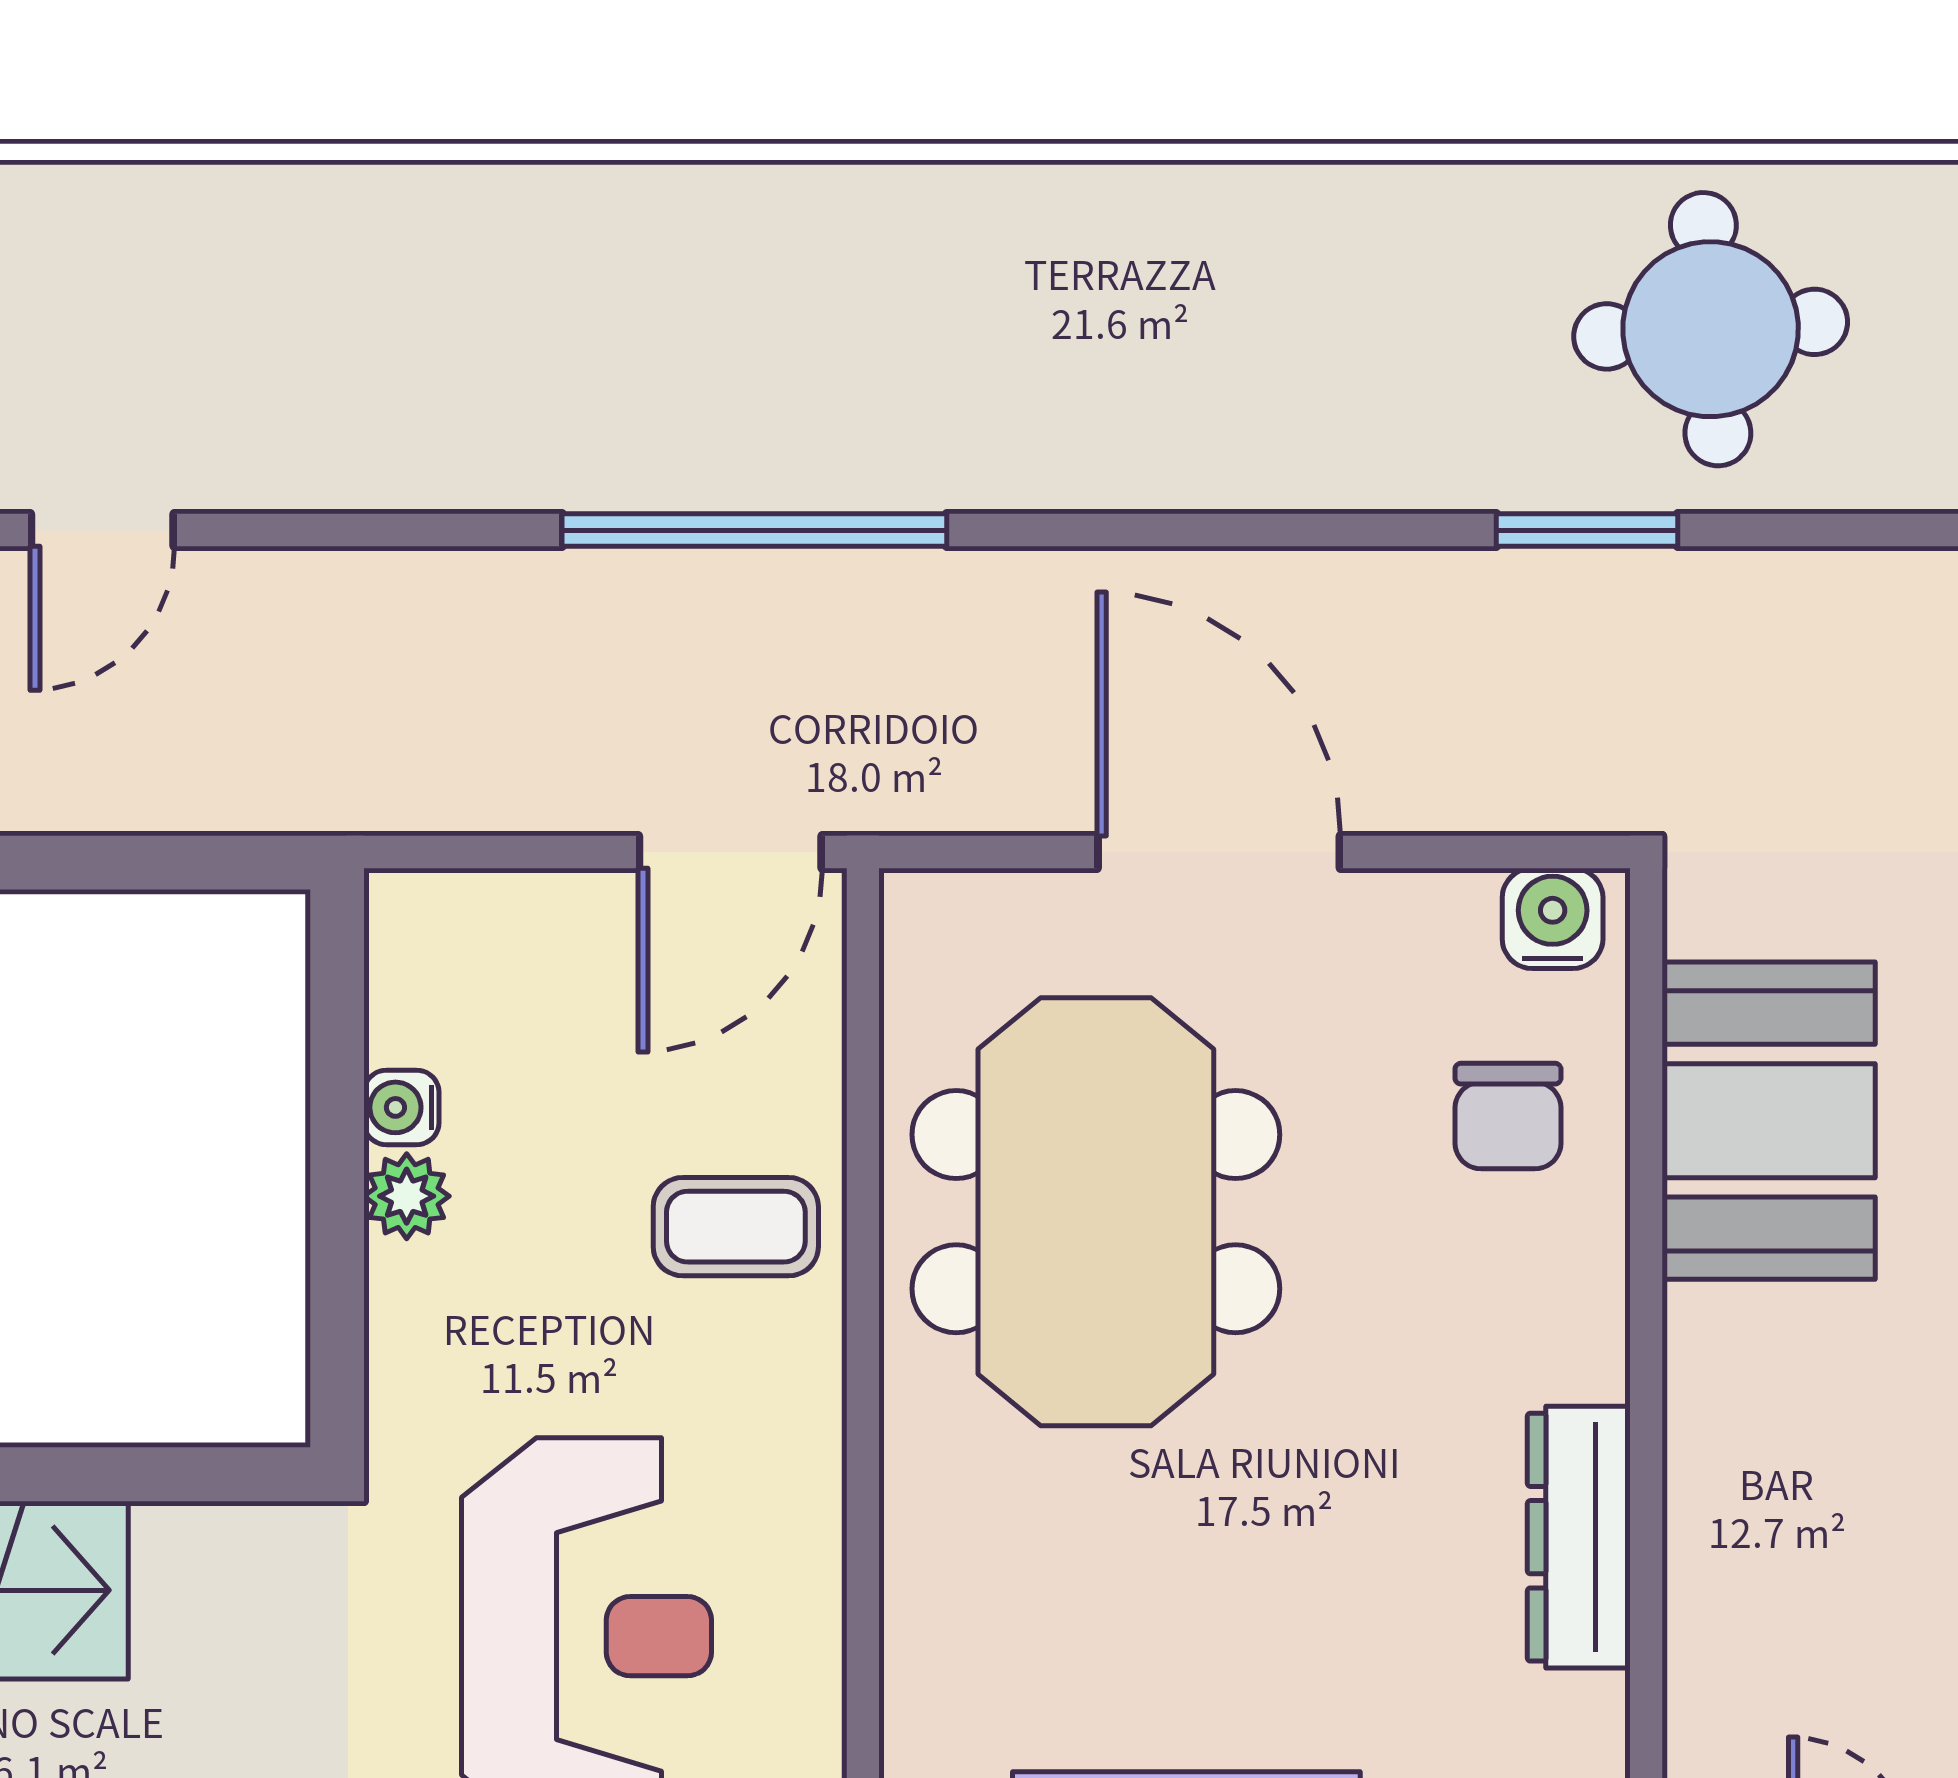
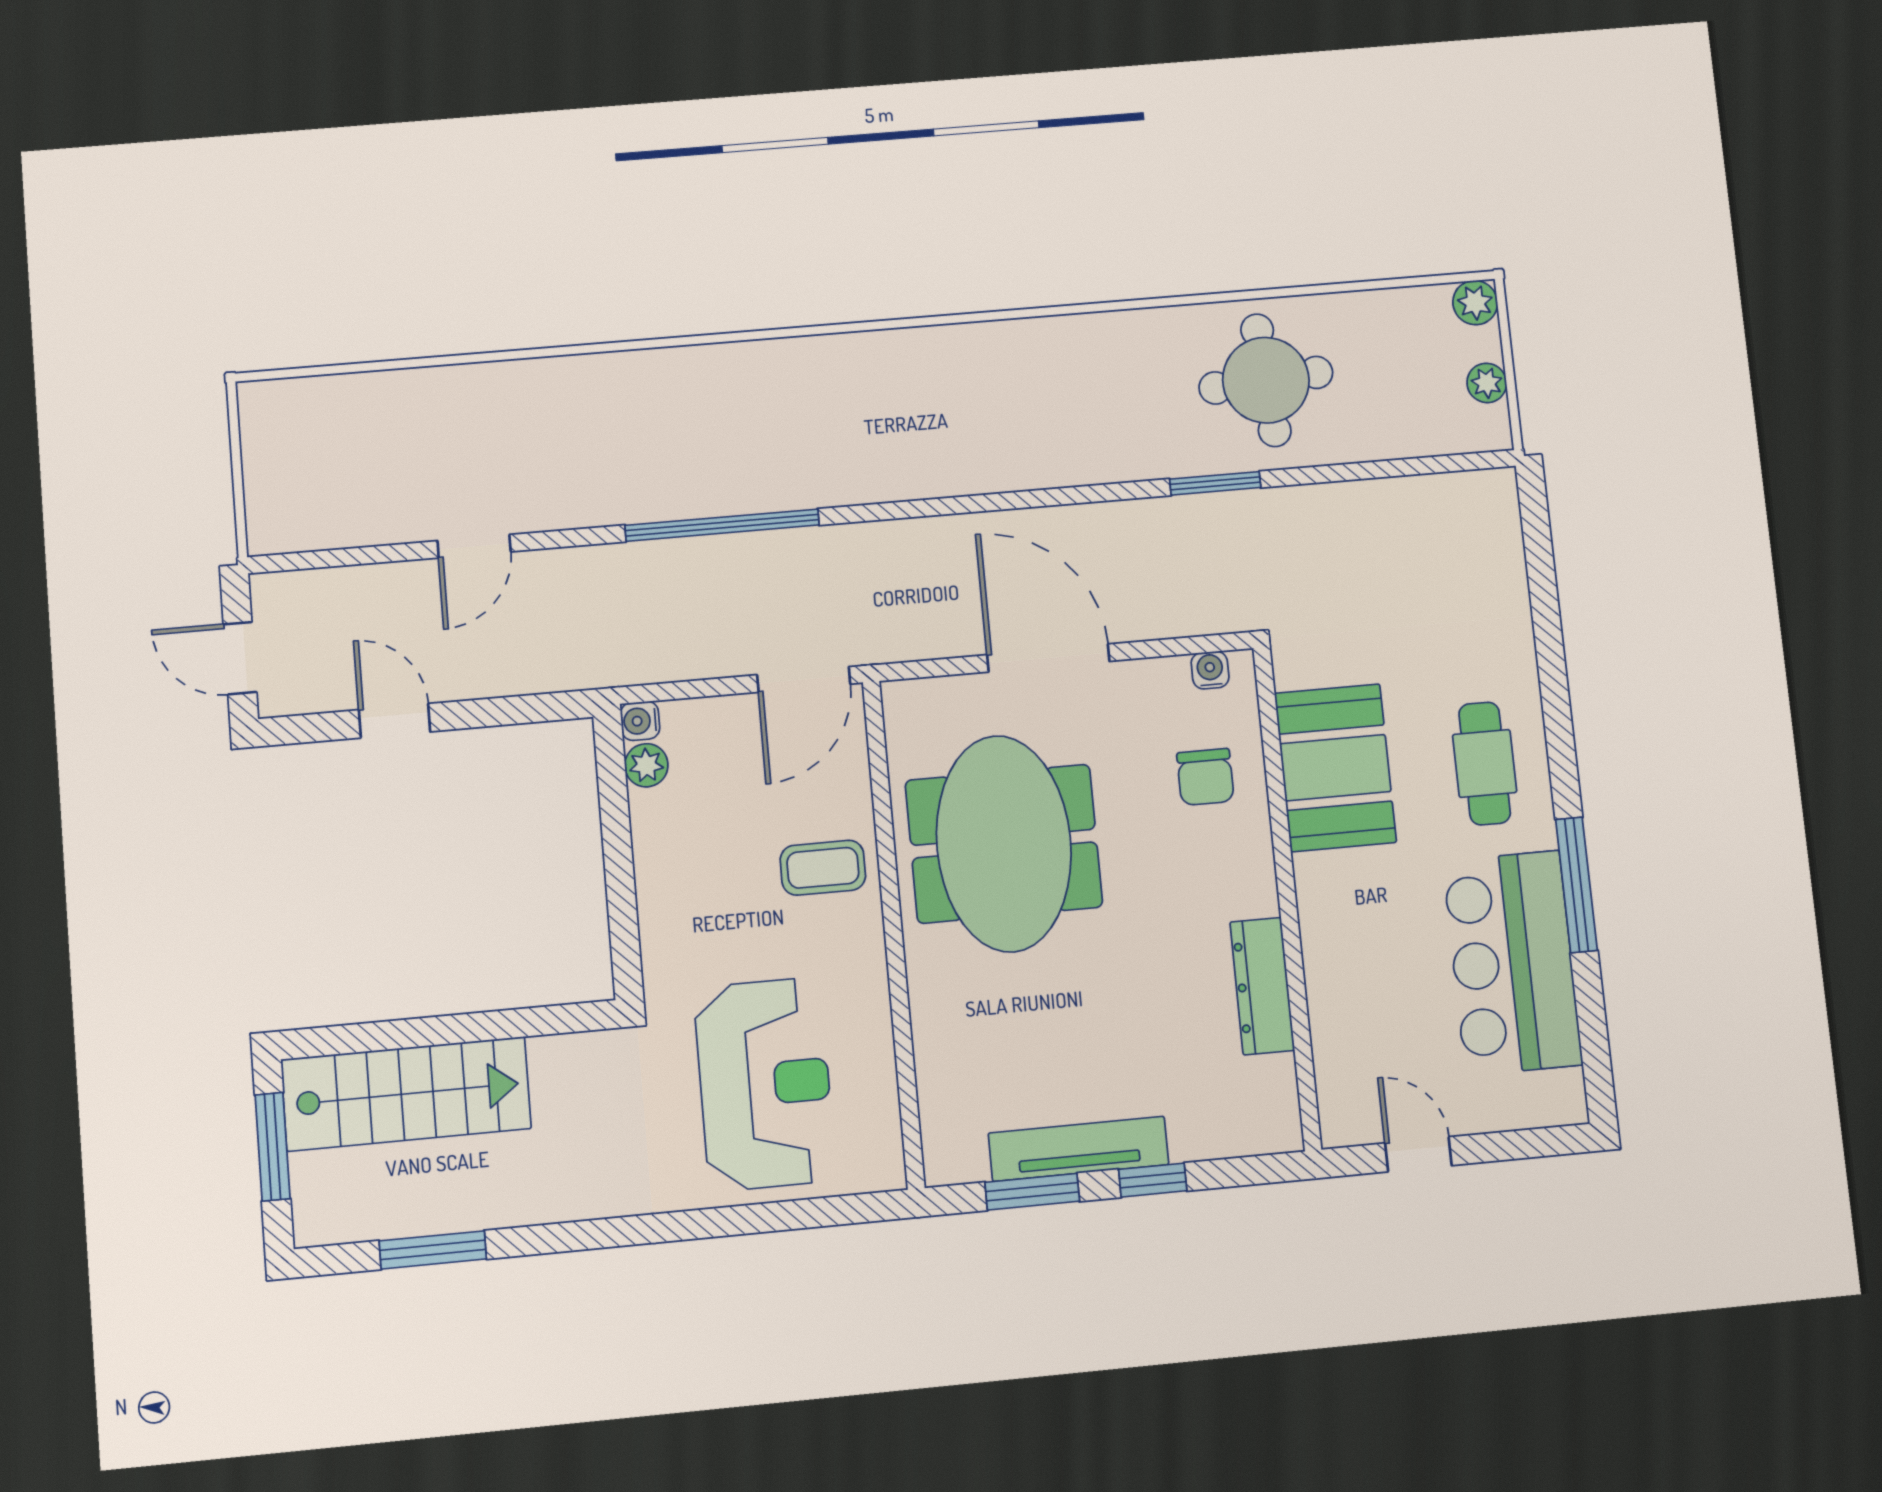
window: (754, 530) -> (722, 525), moved
water cooler: (1553, 918) -> (1210, 670), width x0.72, depth x0.72
water cooler: (401, 1107) -> (640, 721), moved
plant: (407, 1196) -> (646, 765), moved

